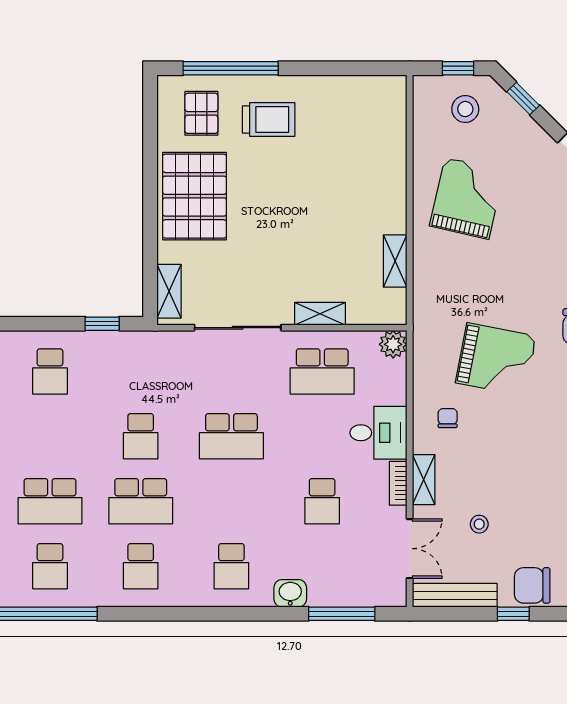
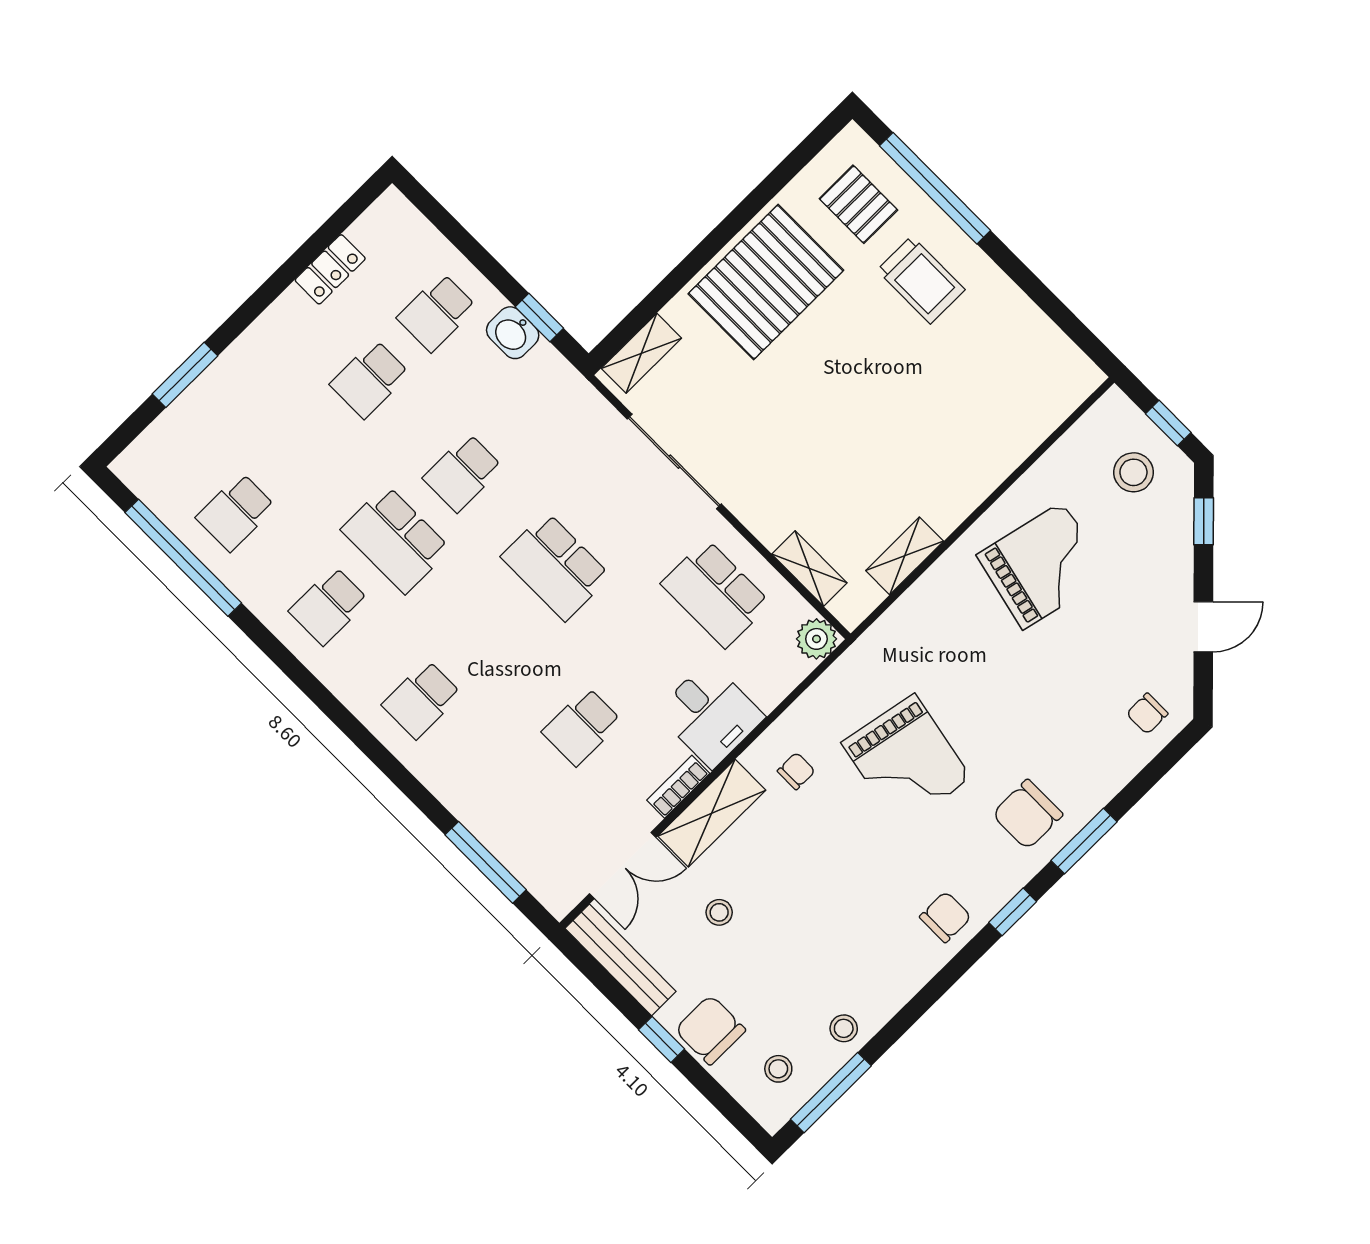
pallet: (201, 113) -> (858, 204), turned 90
shelving: (320, 314) -> (809, 569), moved
shelving: (424, 480) -> (712, 813), width x1.50, depth x1.33
school desk: (50, 501) -> (370, 379), moved, width x0.54
washbasin: (290, 593) -> (513, 333), moved, turned 180

